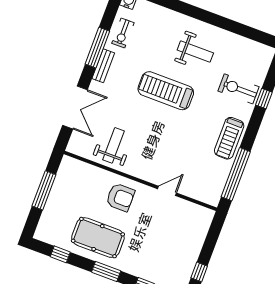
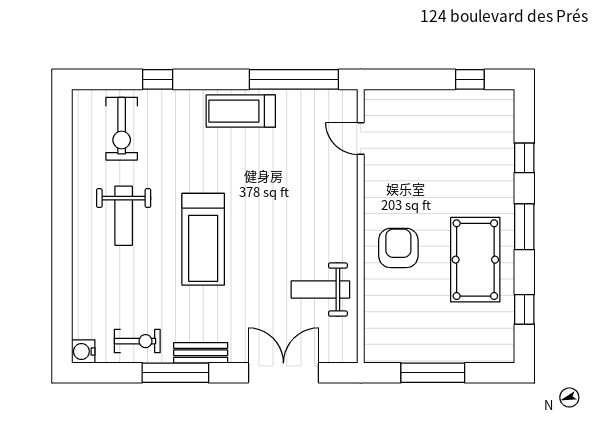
weight bench: (195, 51) -> (124, 216), turned 180
exercise bike: (238, 89) -> (122, 129), moved
treadmill: (229, 138) -> (241, 111), turned 180
door: (167, 191) -> (361, 138), moved

